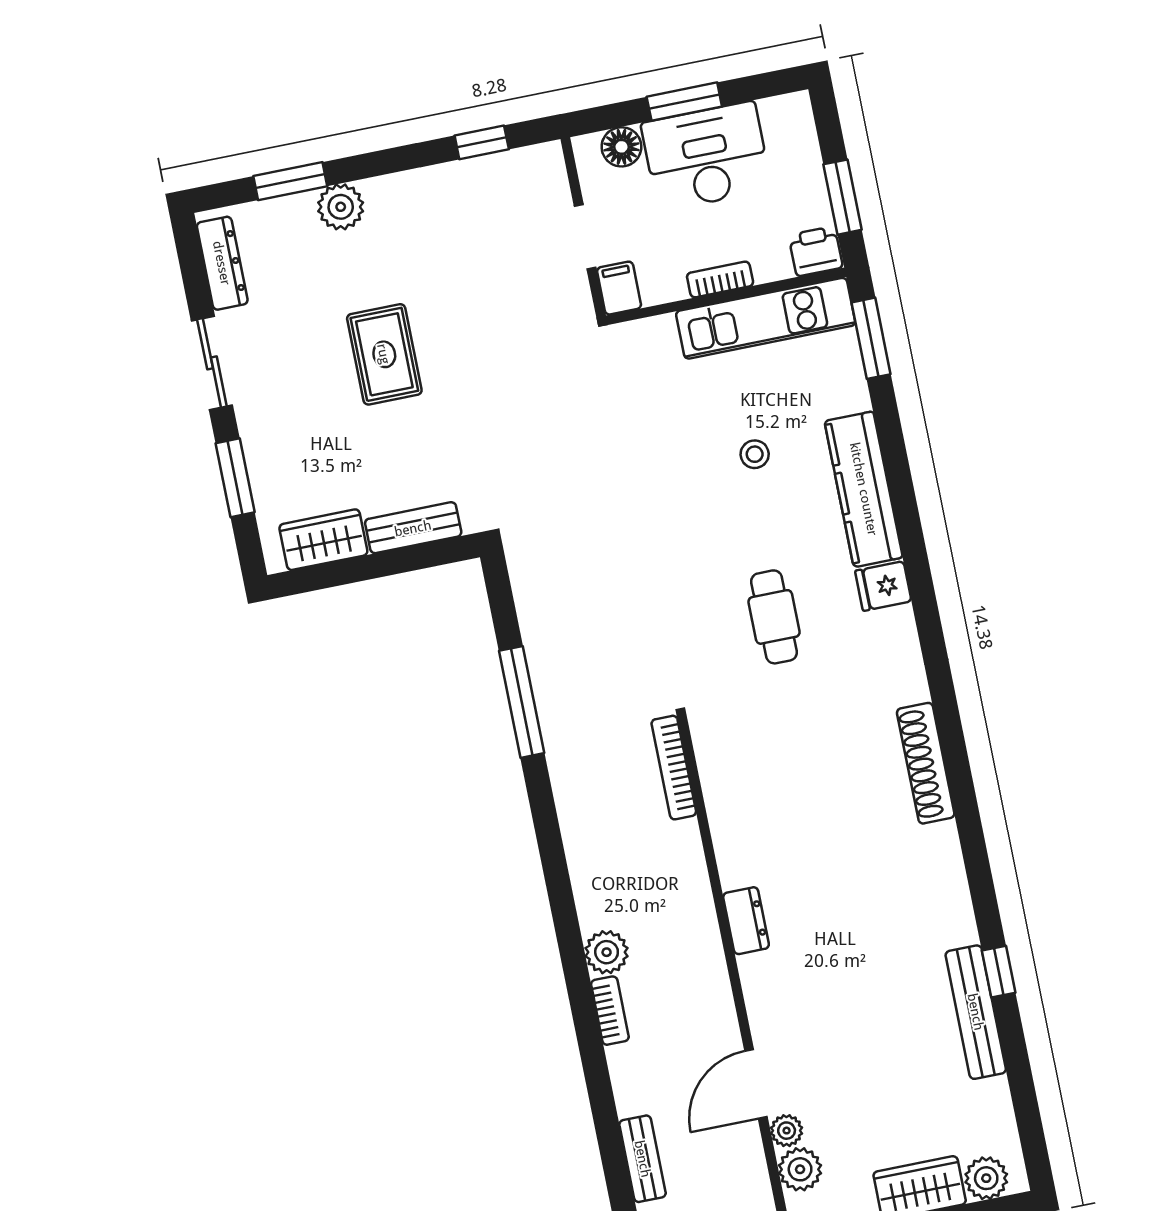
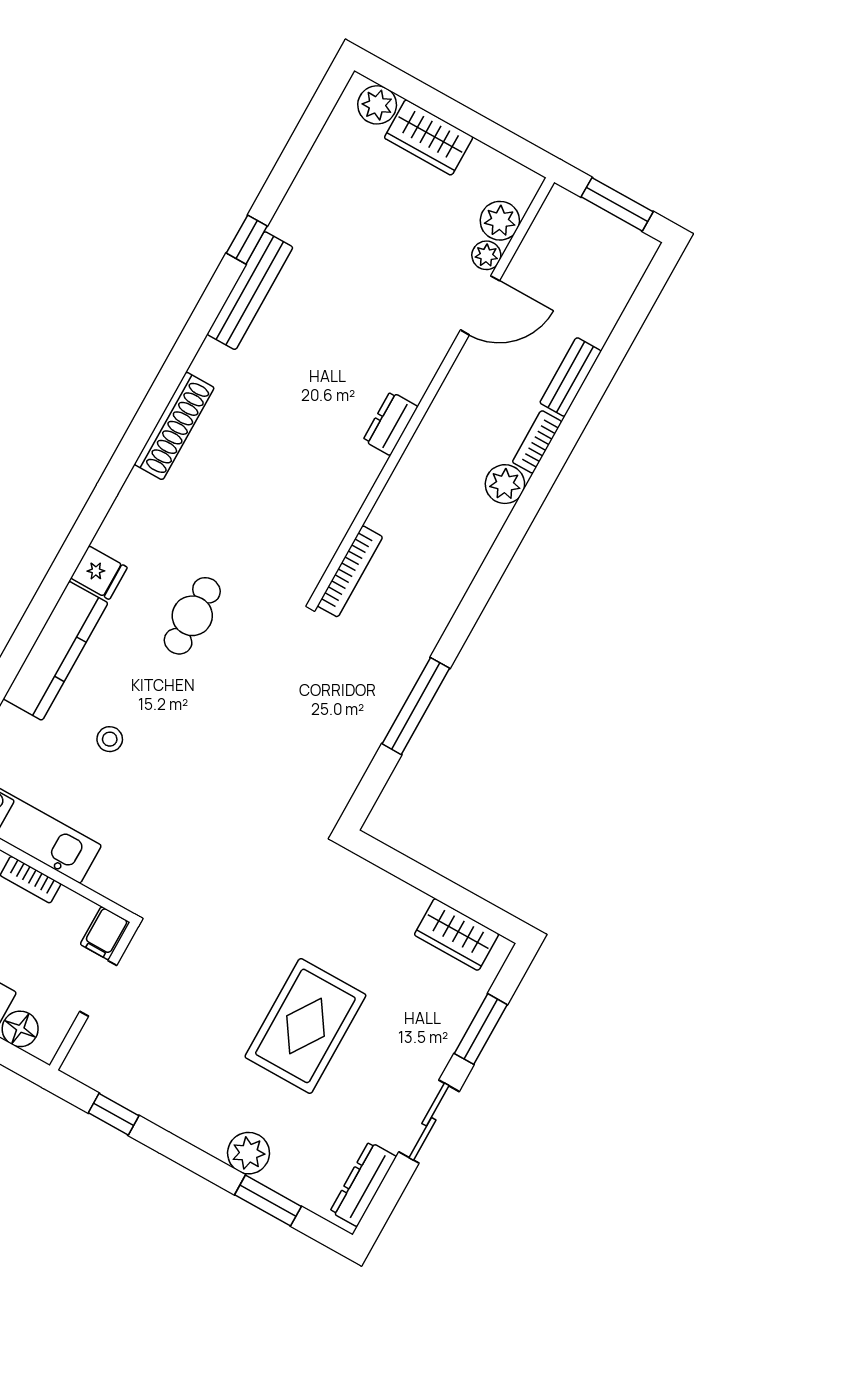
rug: (384, 354) -> (305, 1026), width x1.36, depth x1.43
bench: (413, 528) -> (388, 890), removed
bench: (976, 1012) -> (250, 291), moved
bench: (643, 1159) -> (571, 377), moved

